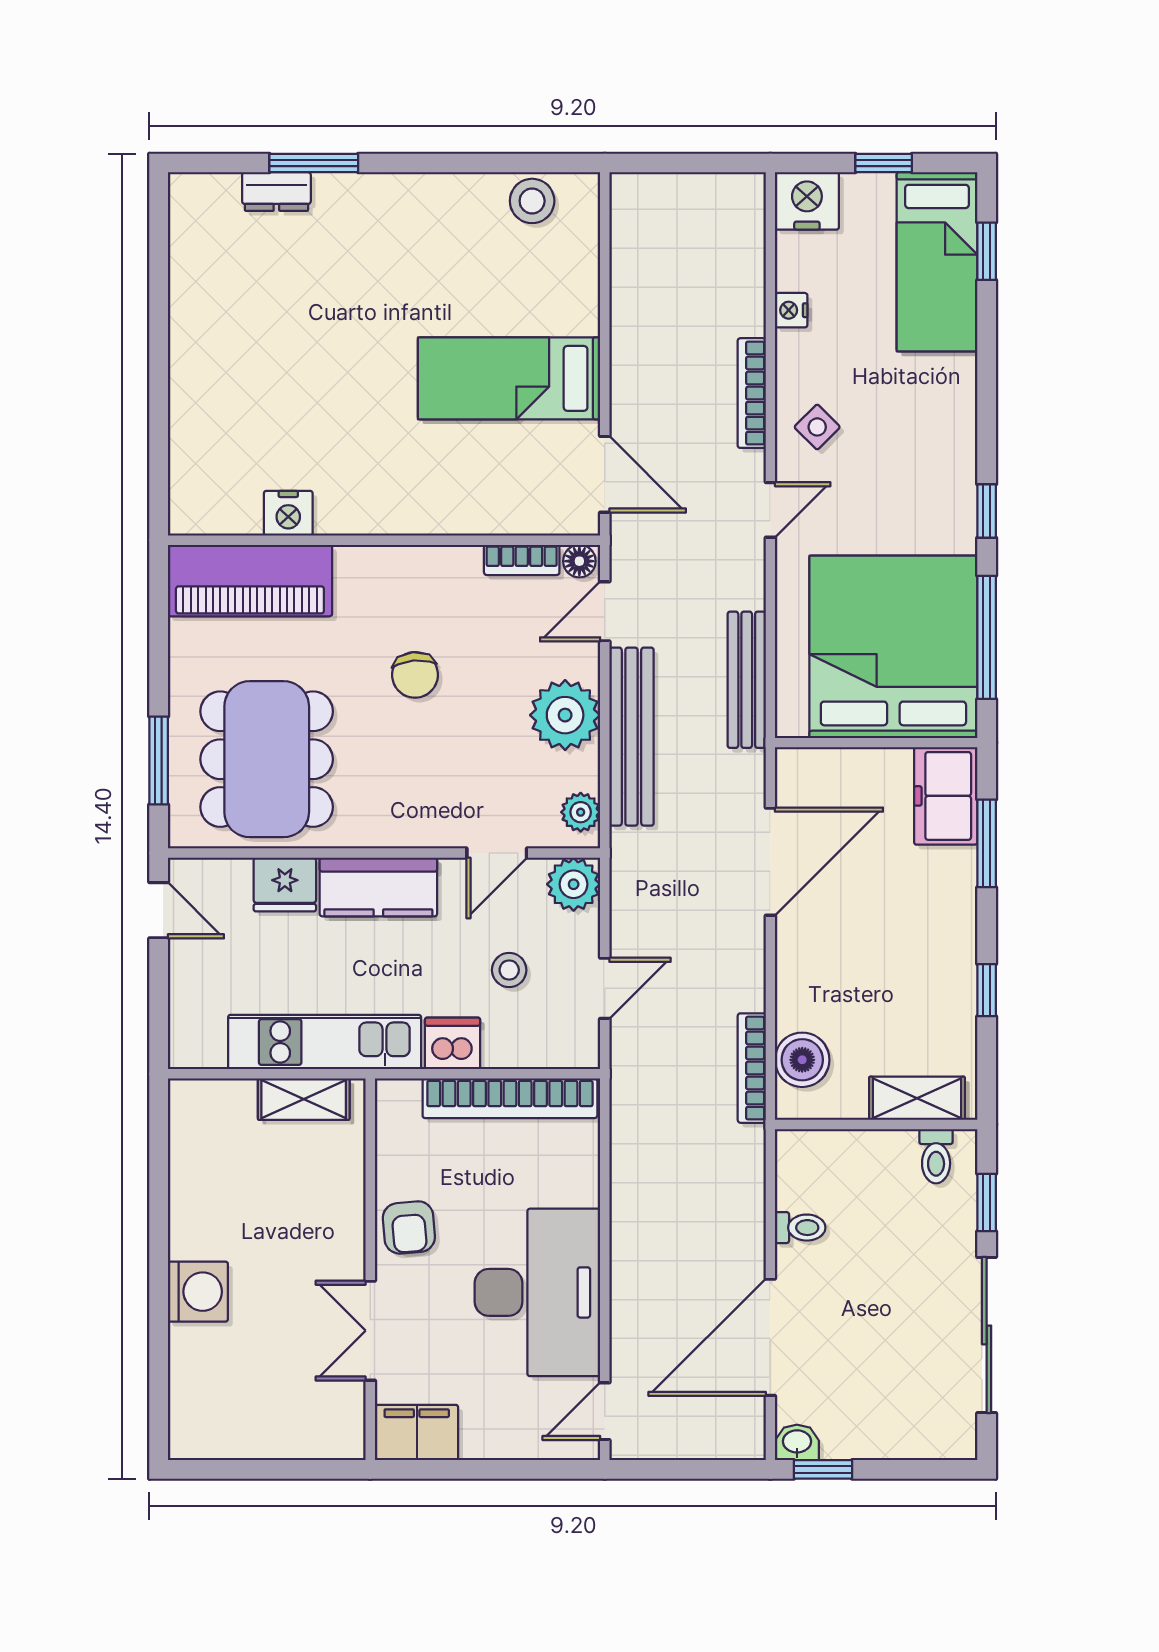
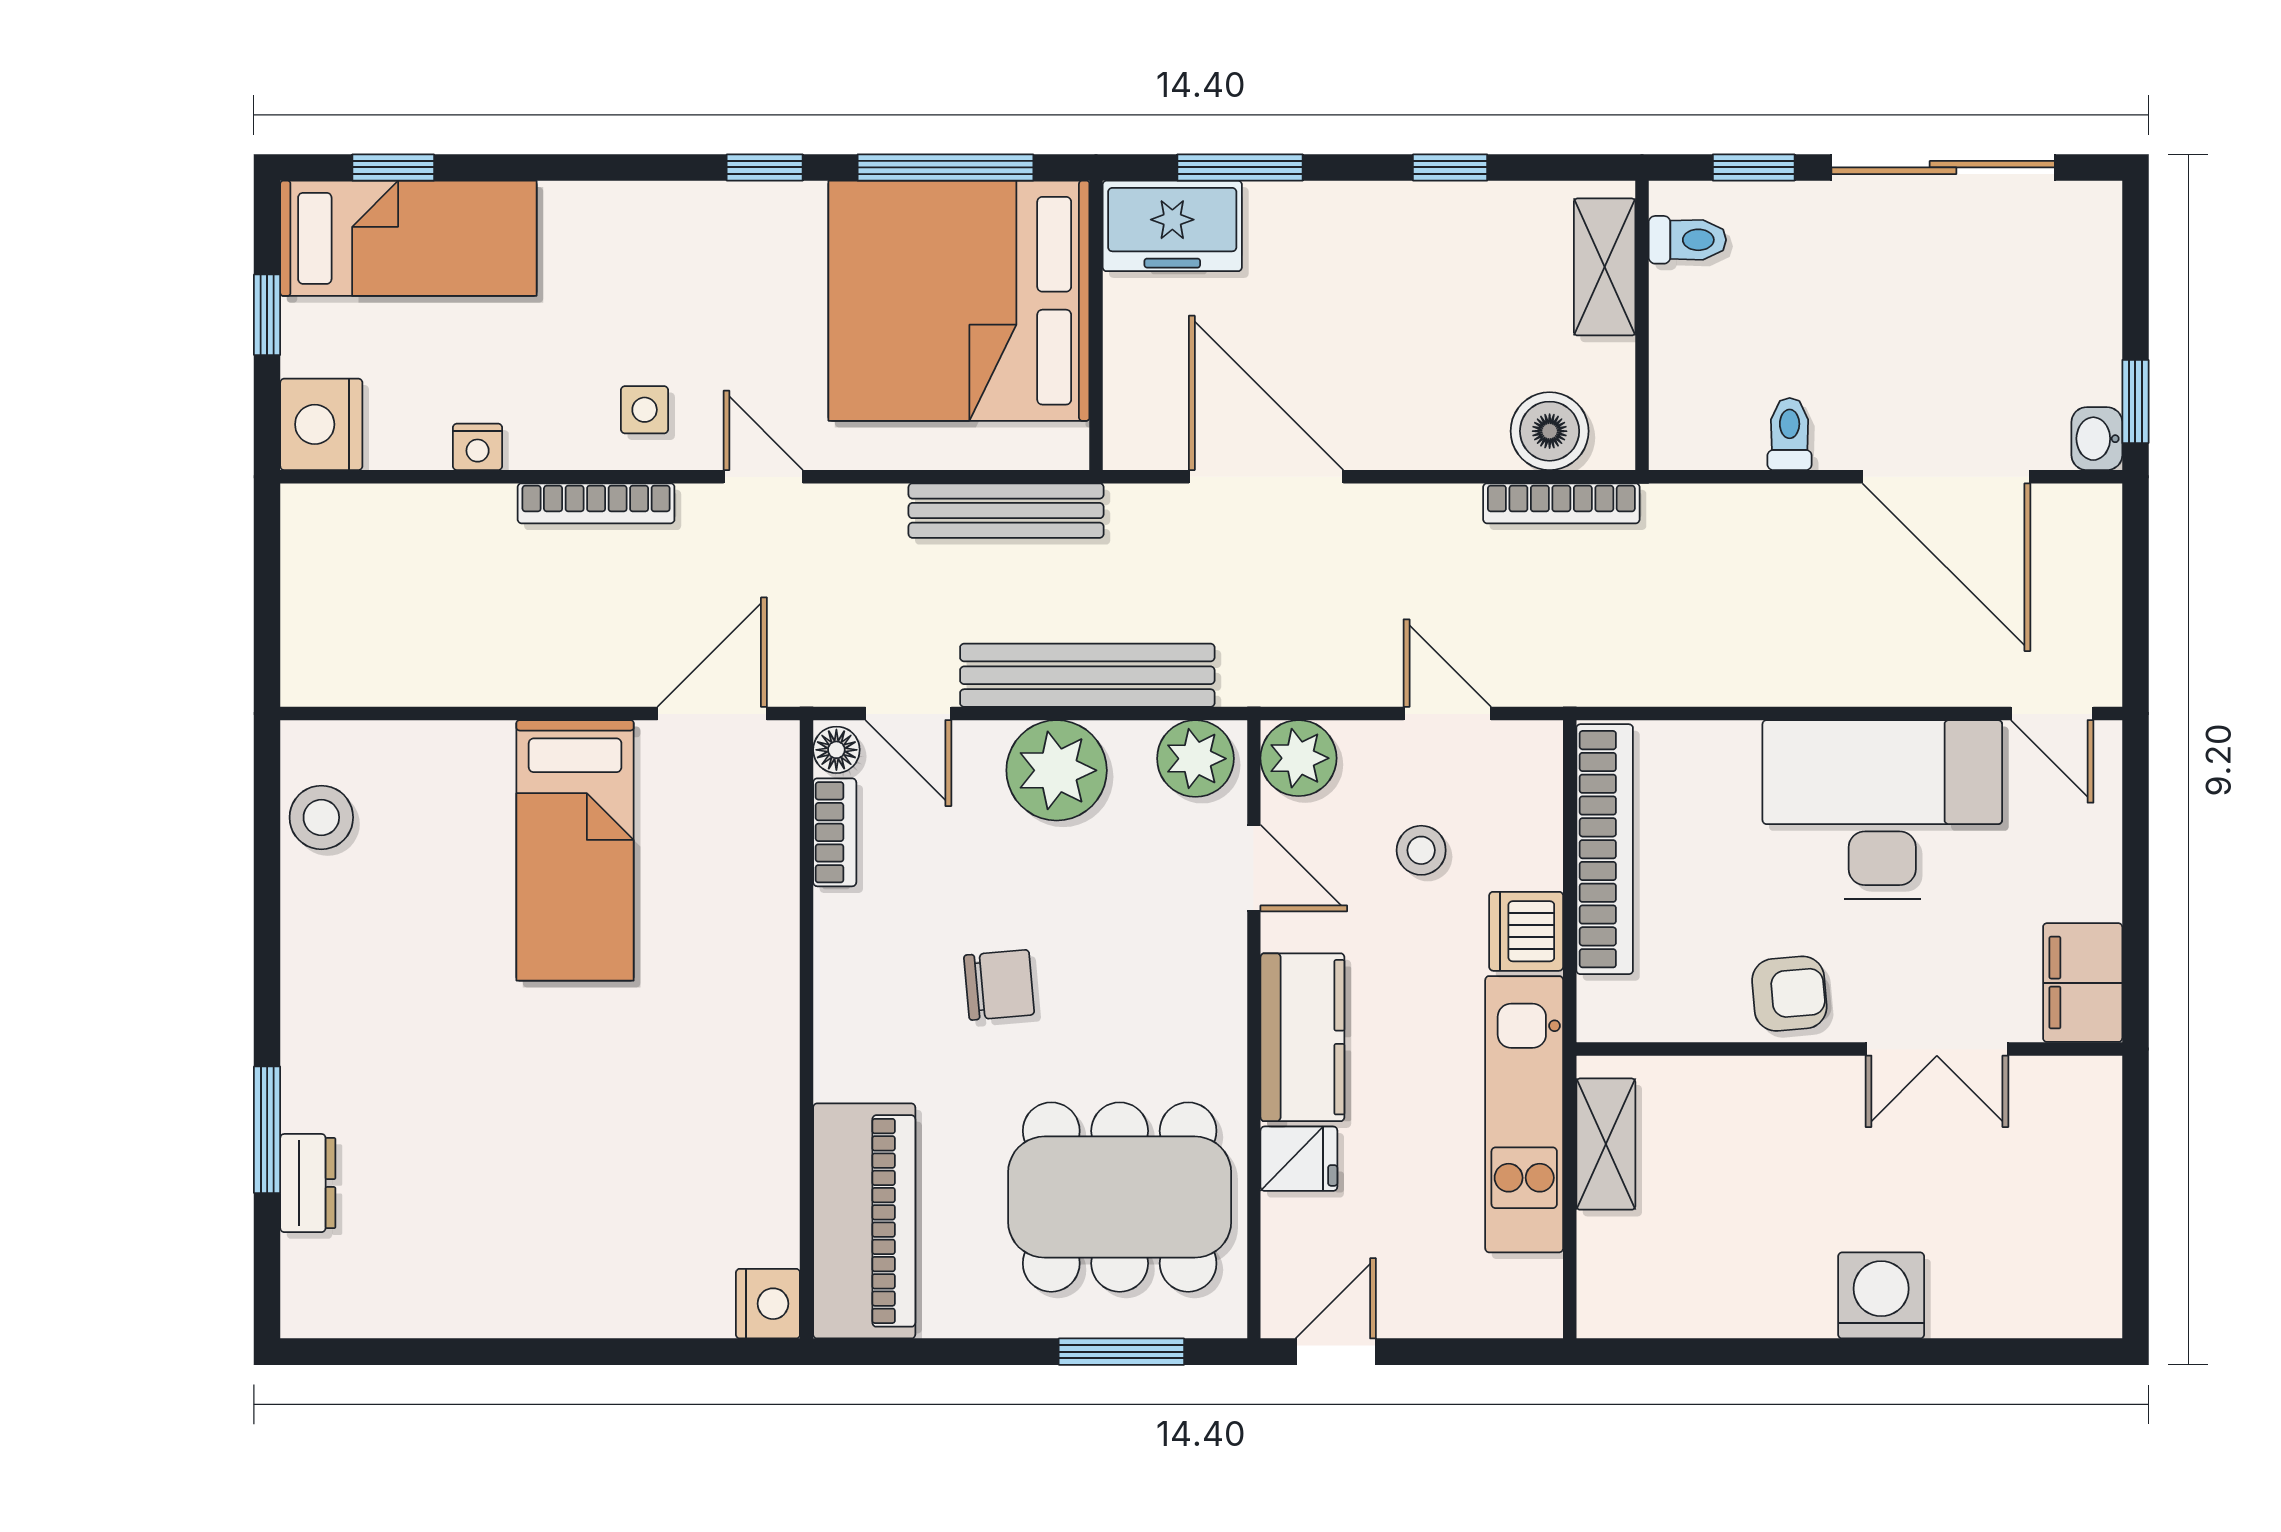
side table: (817, 427) -> (645, 410), turned 45
nightstand: (288, 513) -> (768, 1304), moved
plant: (581, 812) -> (1195, 759), width x1.38, depth x1.38
fridge: (285, 885) -> (1299, 1159), width x0.72

